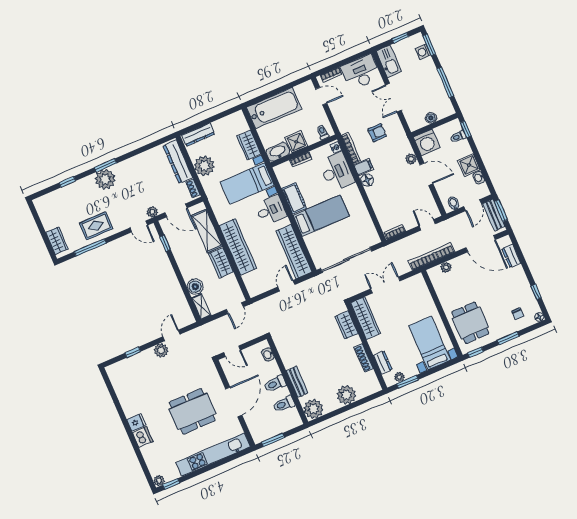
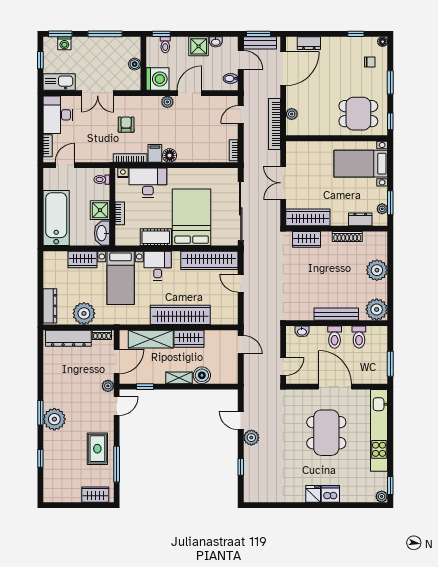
bed: (321, 216) -> (192, 217), width x1.50
shelving: (201, 307) -> (179, 378), moved
bench: (297, 382) -> (336, 314), width x1.36

